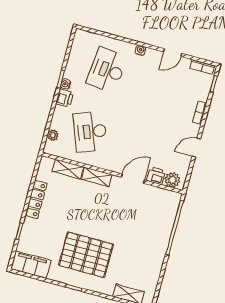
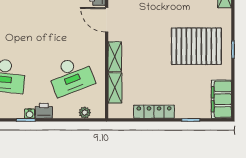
pallet: (86, 255) -> (196, 46), turned 90

